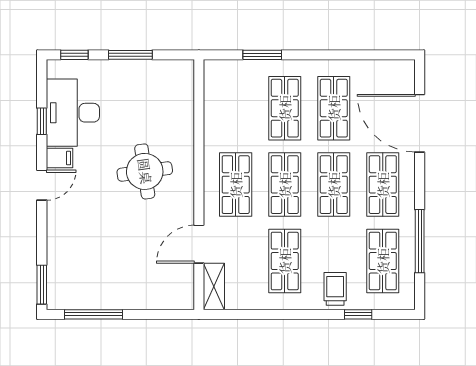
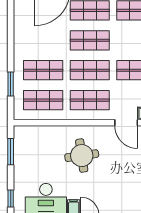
window: (130, 55) -> (11, 152), moved
shop shelf: (334, 108) -> (43, 100), moved

